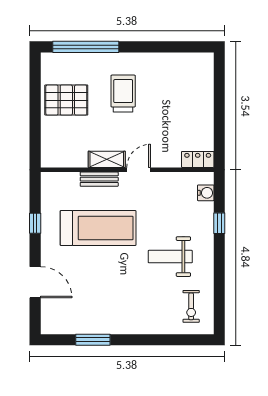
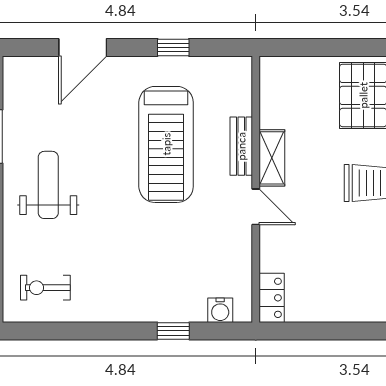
weight bench: (170, 257) -> (48, 185), moved

